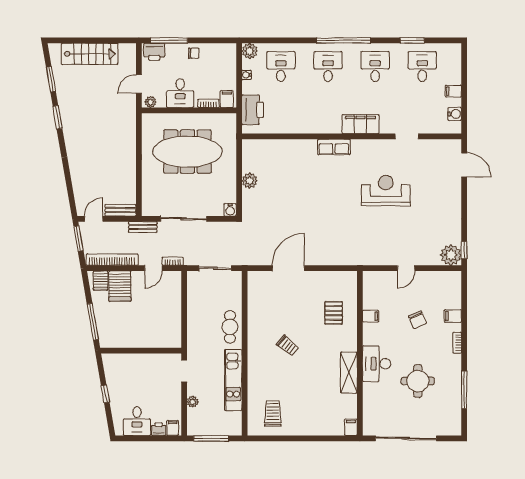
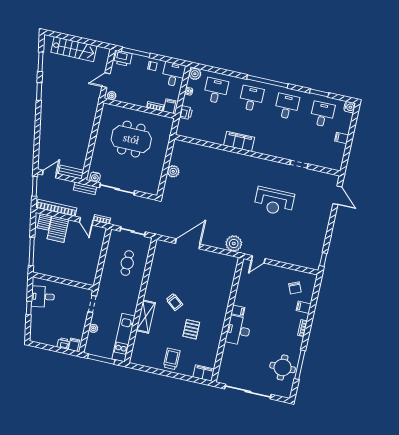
desk: (180, 93) -> (174, 74), moved, turned 180
printer: (253, 110) -> (186, 113), width x0.53, depth x0.68
water cooler: (455, 114) -> (350, 107), moved
filing cabinet: (361, 124) -> (239, 141), moved
row of seats: (334, 147) -> (242, 160), removed
meeting table: (187, 152) -> (131, 139), width x0.73
reception desk: (386, 191) -> (274, 202), turned 180
water cooler: (230, 210) -> (95, 177), moved
plant: (451, 255) -> (234, 243), moved
door: (153, 268) -> (86, 221), hinge flipped
door: (406, 268) -> (258, 259), moved
pallet: (334, 313) -> (191, 329), moved
filing cabinet: (371, 316) -> (238, 311), moved
chair: (417, 320) -> (295, 288), moved
cafe table: (230, 327) -> (127, 263), moved
shelving: (349, 373) -> (146, 317), moved
kitchen unit: (233, 380) -> (123, 338), moved
round table: (418, 381) -> (283, 367), moved
trolley: (273, 413) -> (172, 359), moved
desk: (137, 421) -> (43, 297), moved, turned 80
filing cabinet: (351, 427) -> (204, 373), width x2.00

